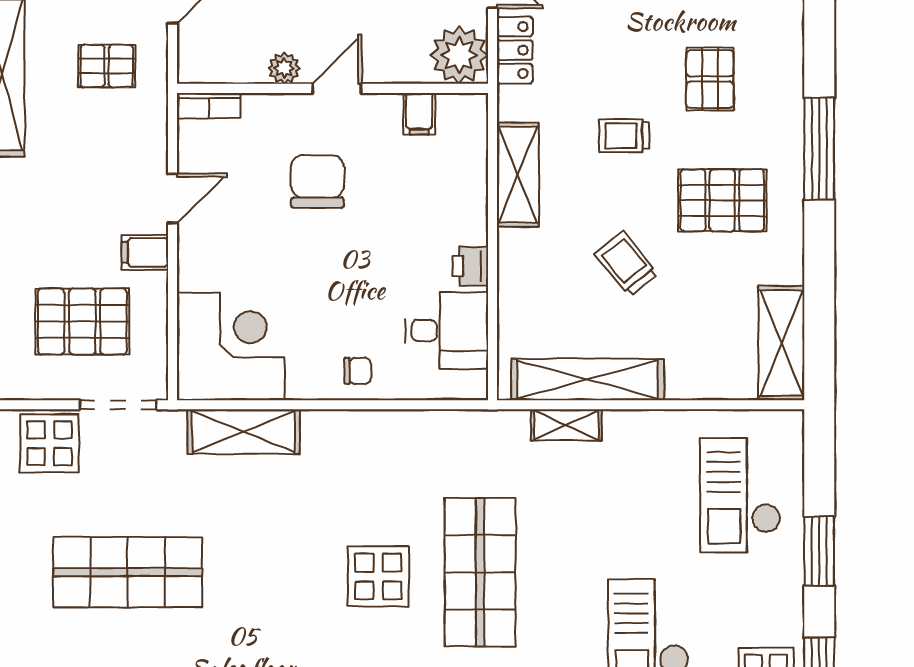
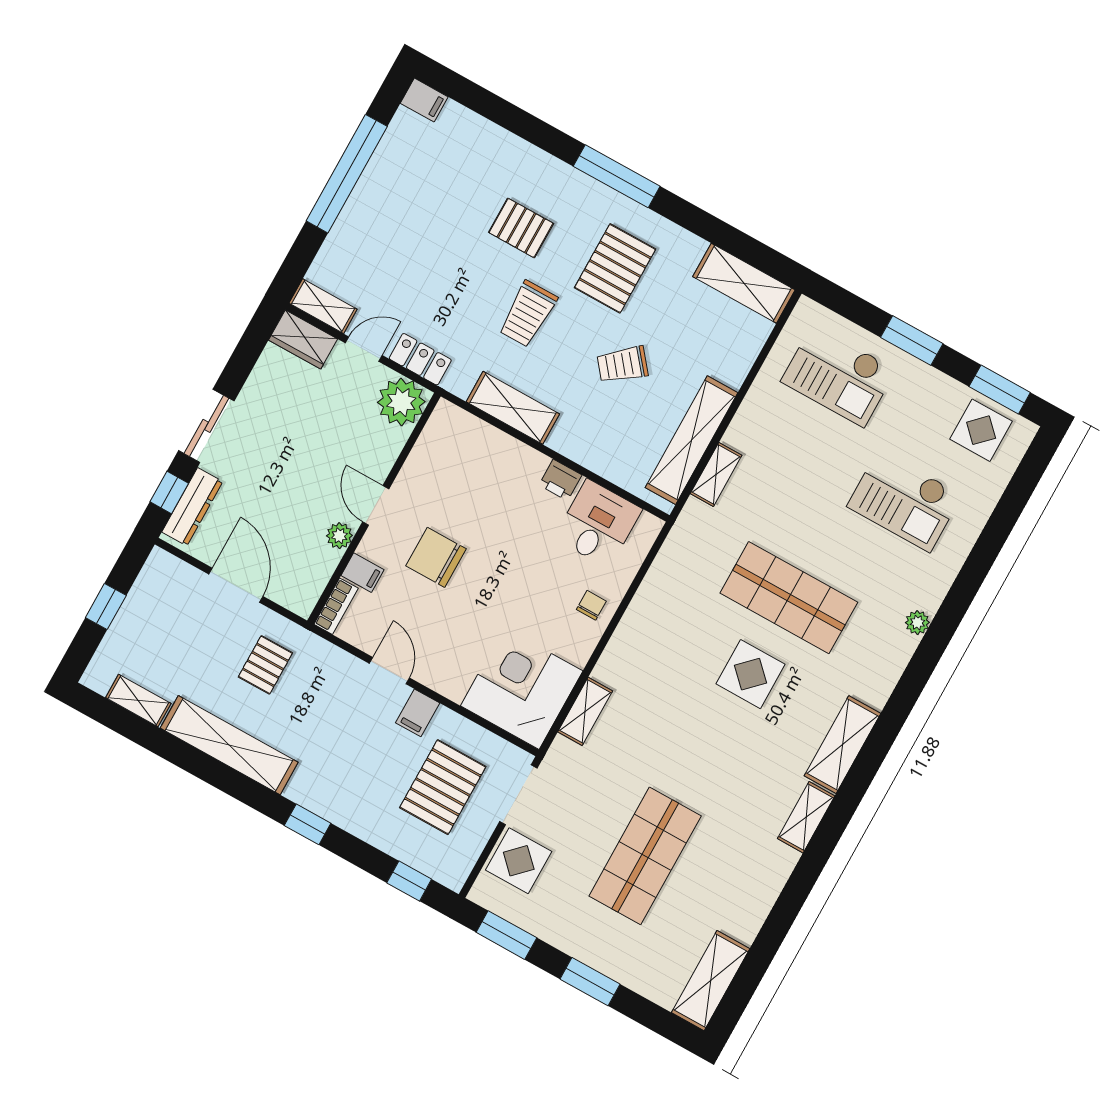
filing cabinet: (419, 114) -> (363, 573), moved
trolley: (624, 136) -> (528, 314), width x1.36, depth x1.39
shelving: (243, 432) -> (585, 711), width x0.67, depth x0.75

